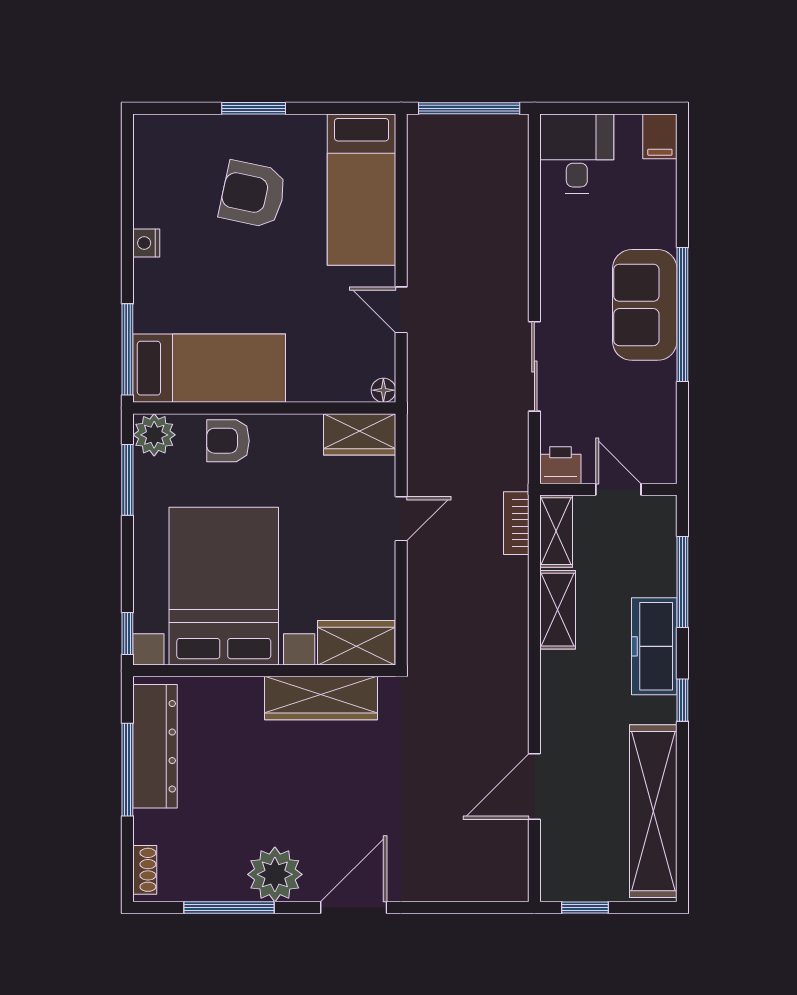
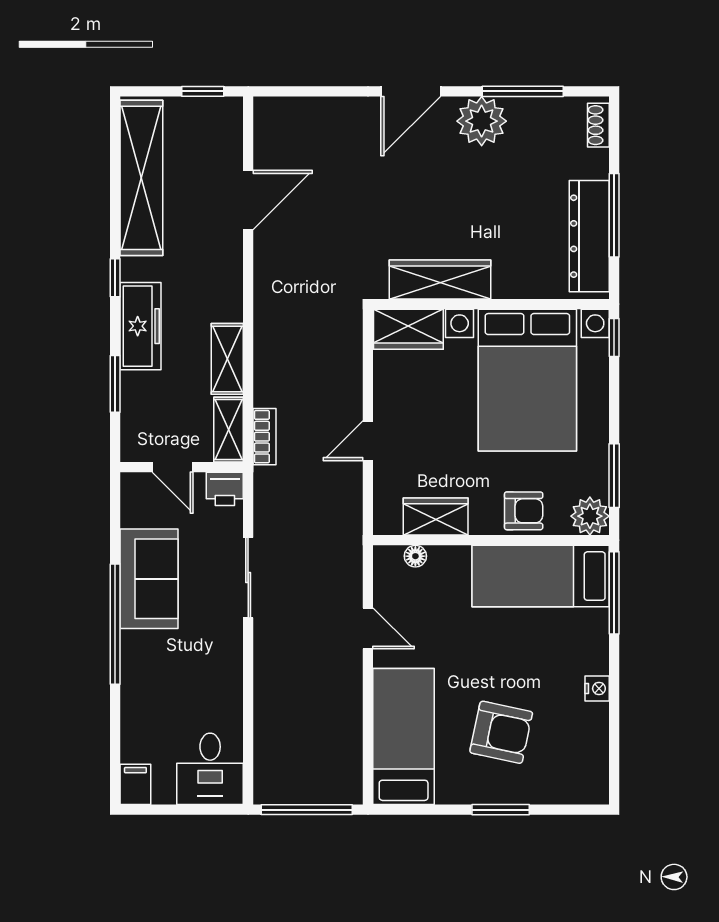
sofa: (645, 305) -> (149, 579), moved
floor lamp: (383, 390) -> (415, 556), moved
wardrobe: (360, 434) -> (436, 517), moved
window: (682, 582) -> (115, 384), width x0.69

